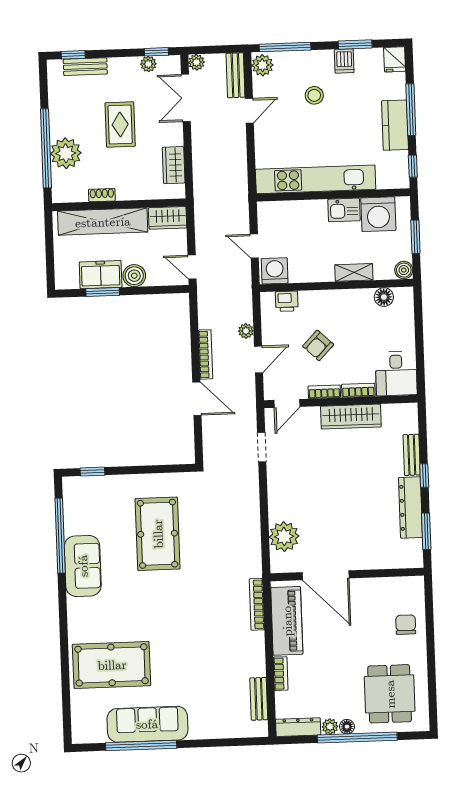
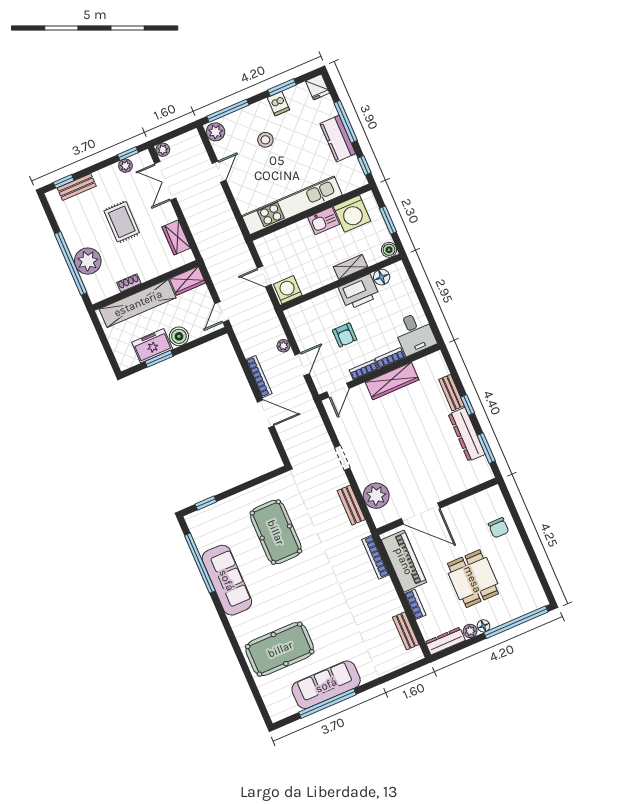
bench: (236, 75) -> (351, 505), moved
door: (192, 267) -> (222, 312), hinge flipped
printer: (287, 301) -> (359, 292), moved, width x1.87, depth x1.48
armchair: (318, 345) -> (345, 335), turned -44
doorway: (262, 447) -> (342, 458), moved
sofa: (83, 566) -> (227, 580), width x1.36
chair: (406, 625) -> (499, 528), turned 180
dining table: (390, 694) -> (473, 579), moved
window: (357, 738) -> (516, 622), moved

